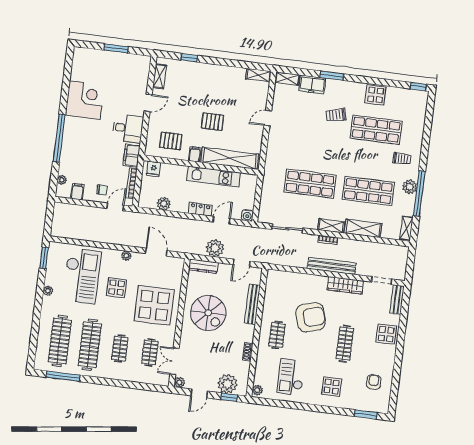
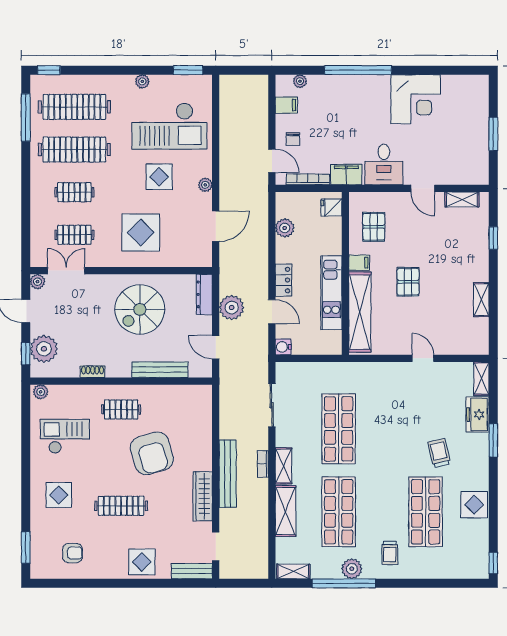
shelving: (258, 75) -> (481, 300), moved
display table: (154, 305) -> (141, 233), width x0.73, depth x0.73
window: (32, 356) -> (49, 70), added

